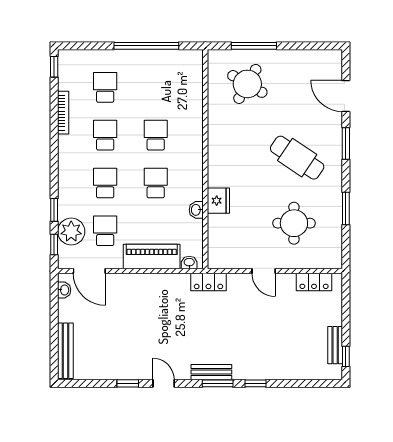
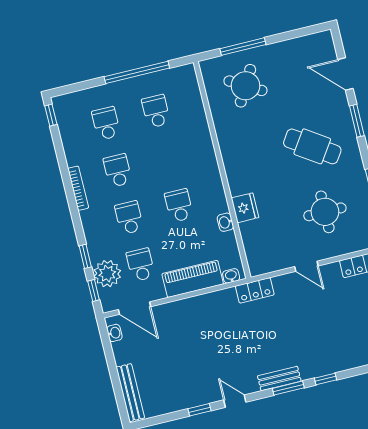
bookcase: (63, 113) -> (78, 188), moved
school desk: (156, 135) -> (156, 111), moved

